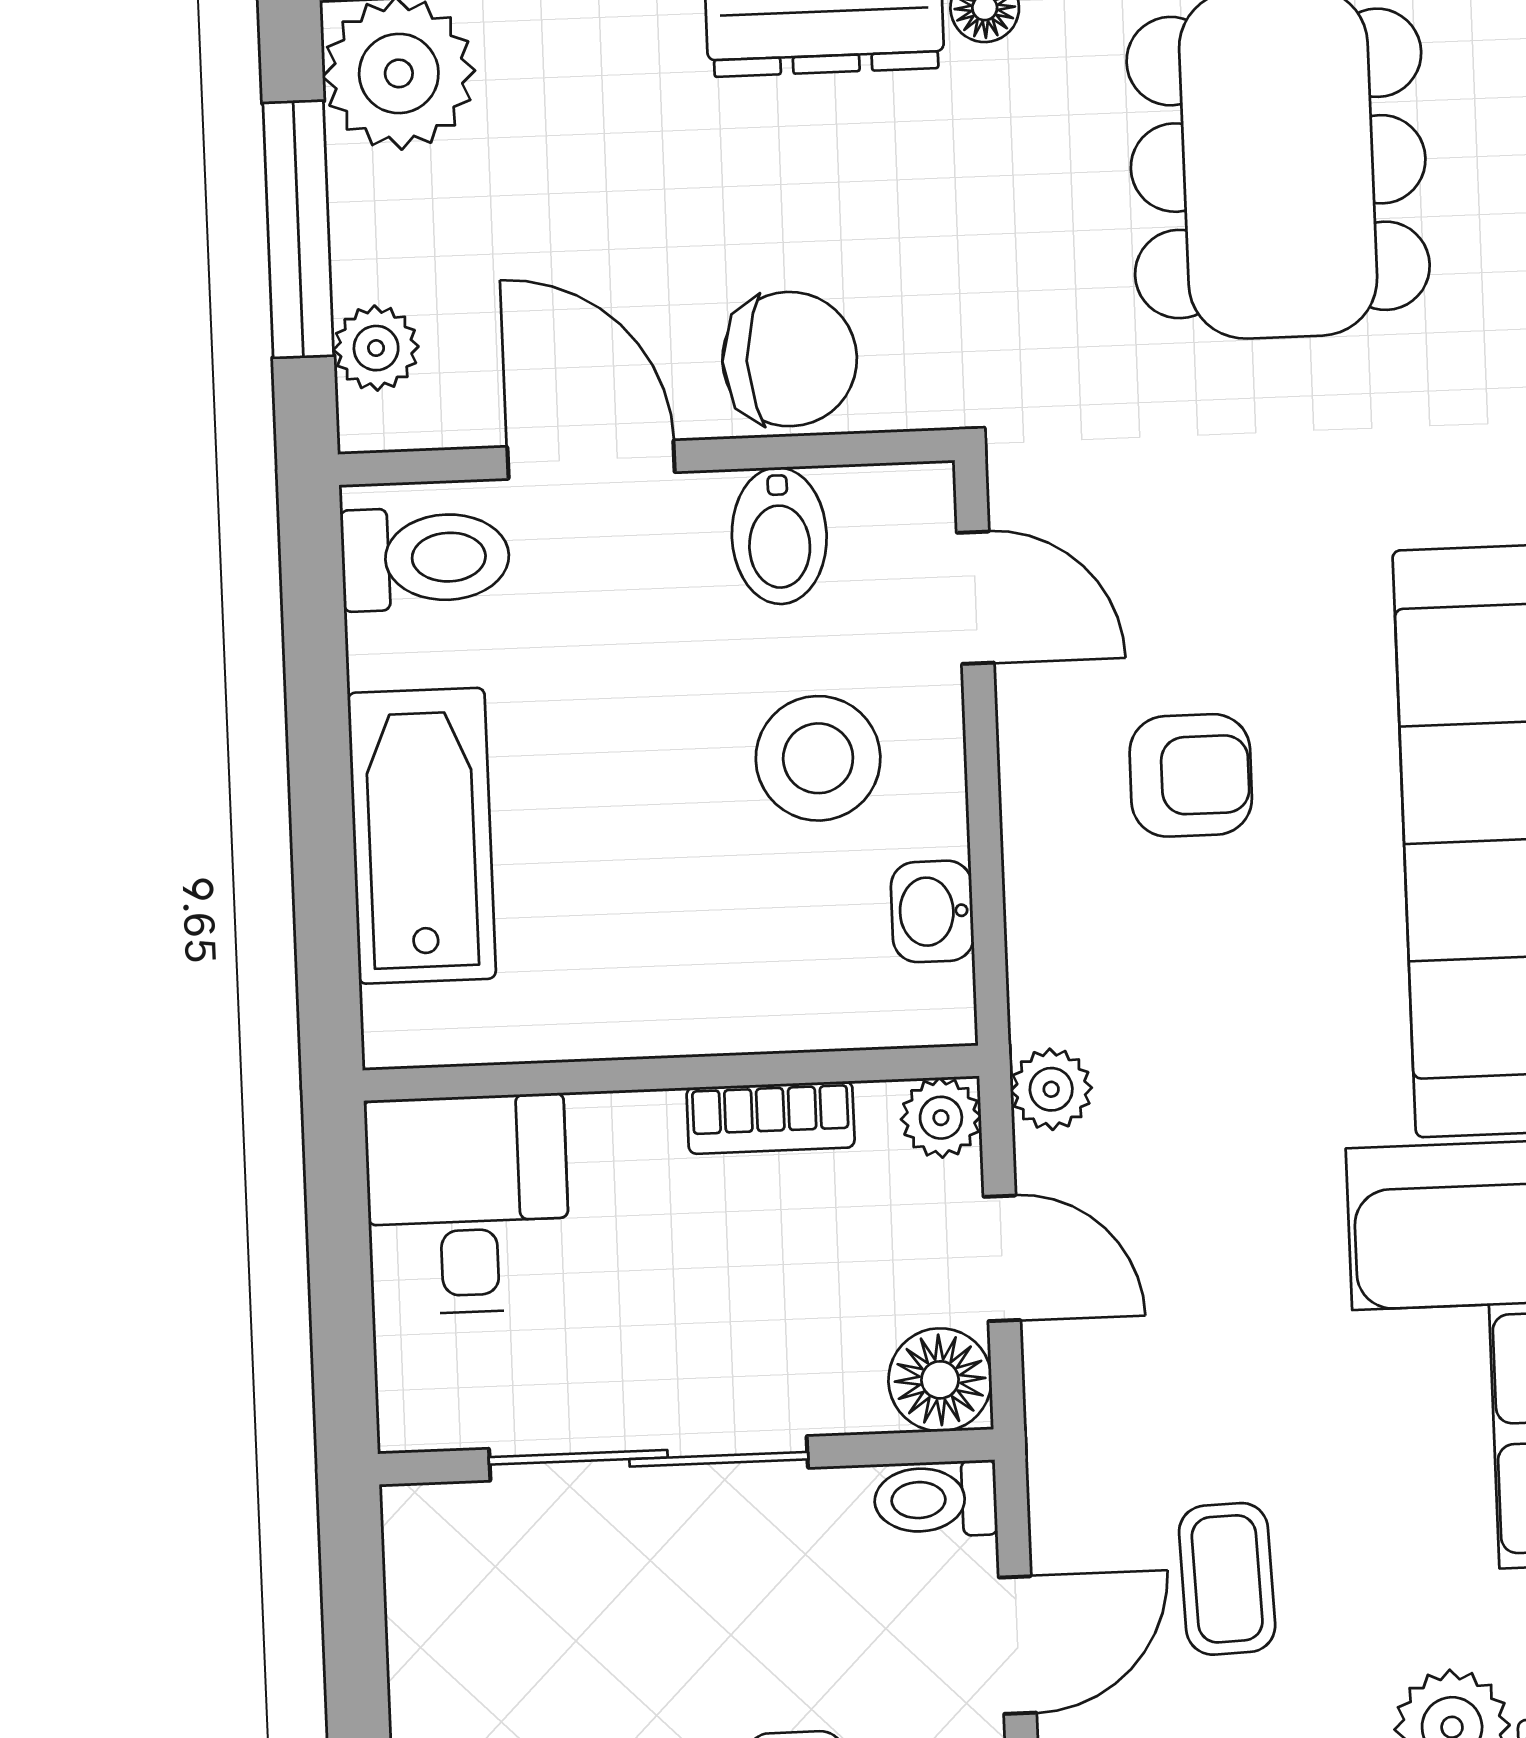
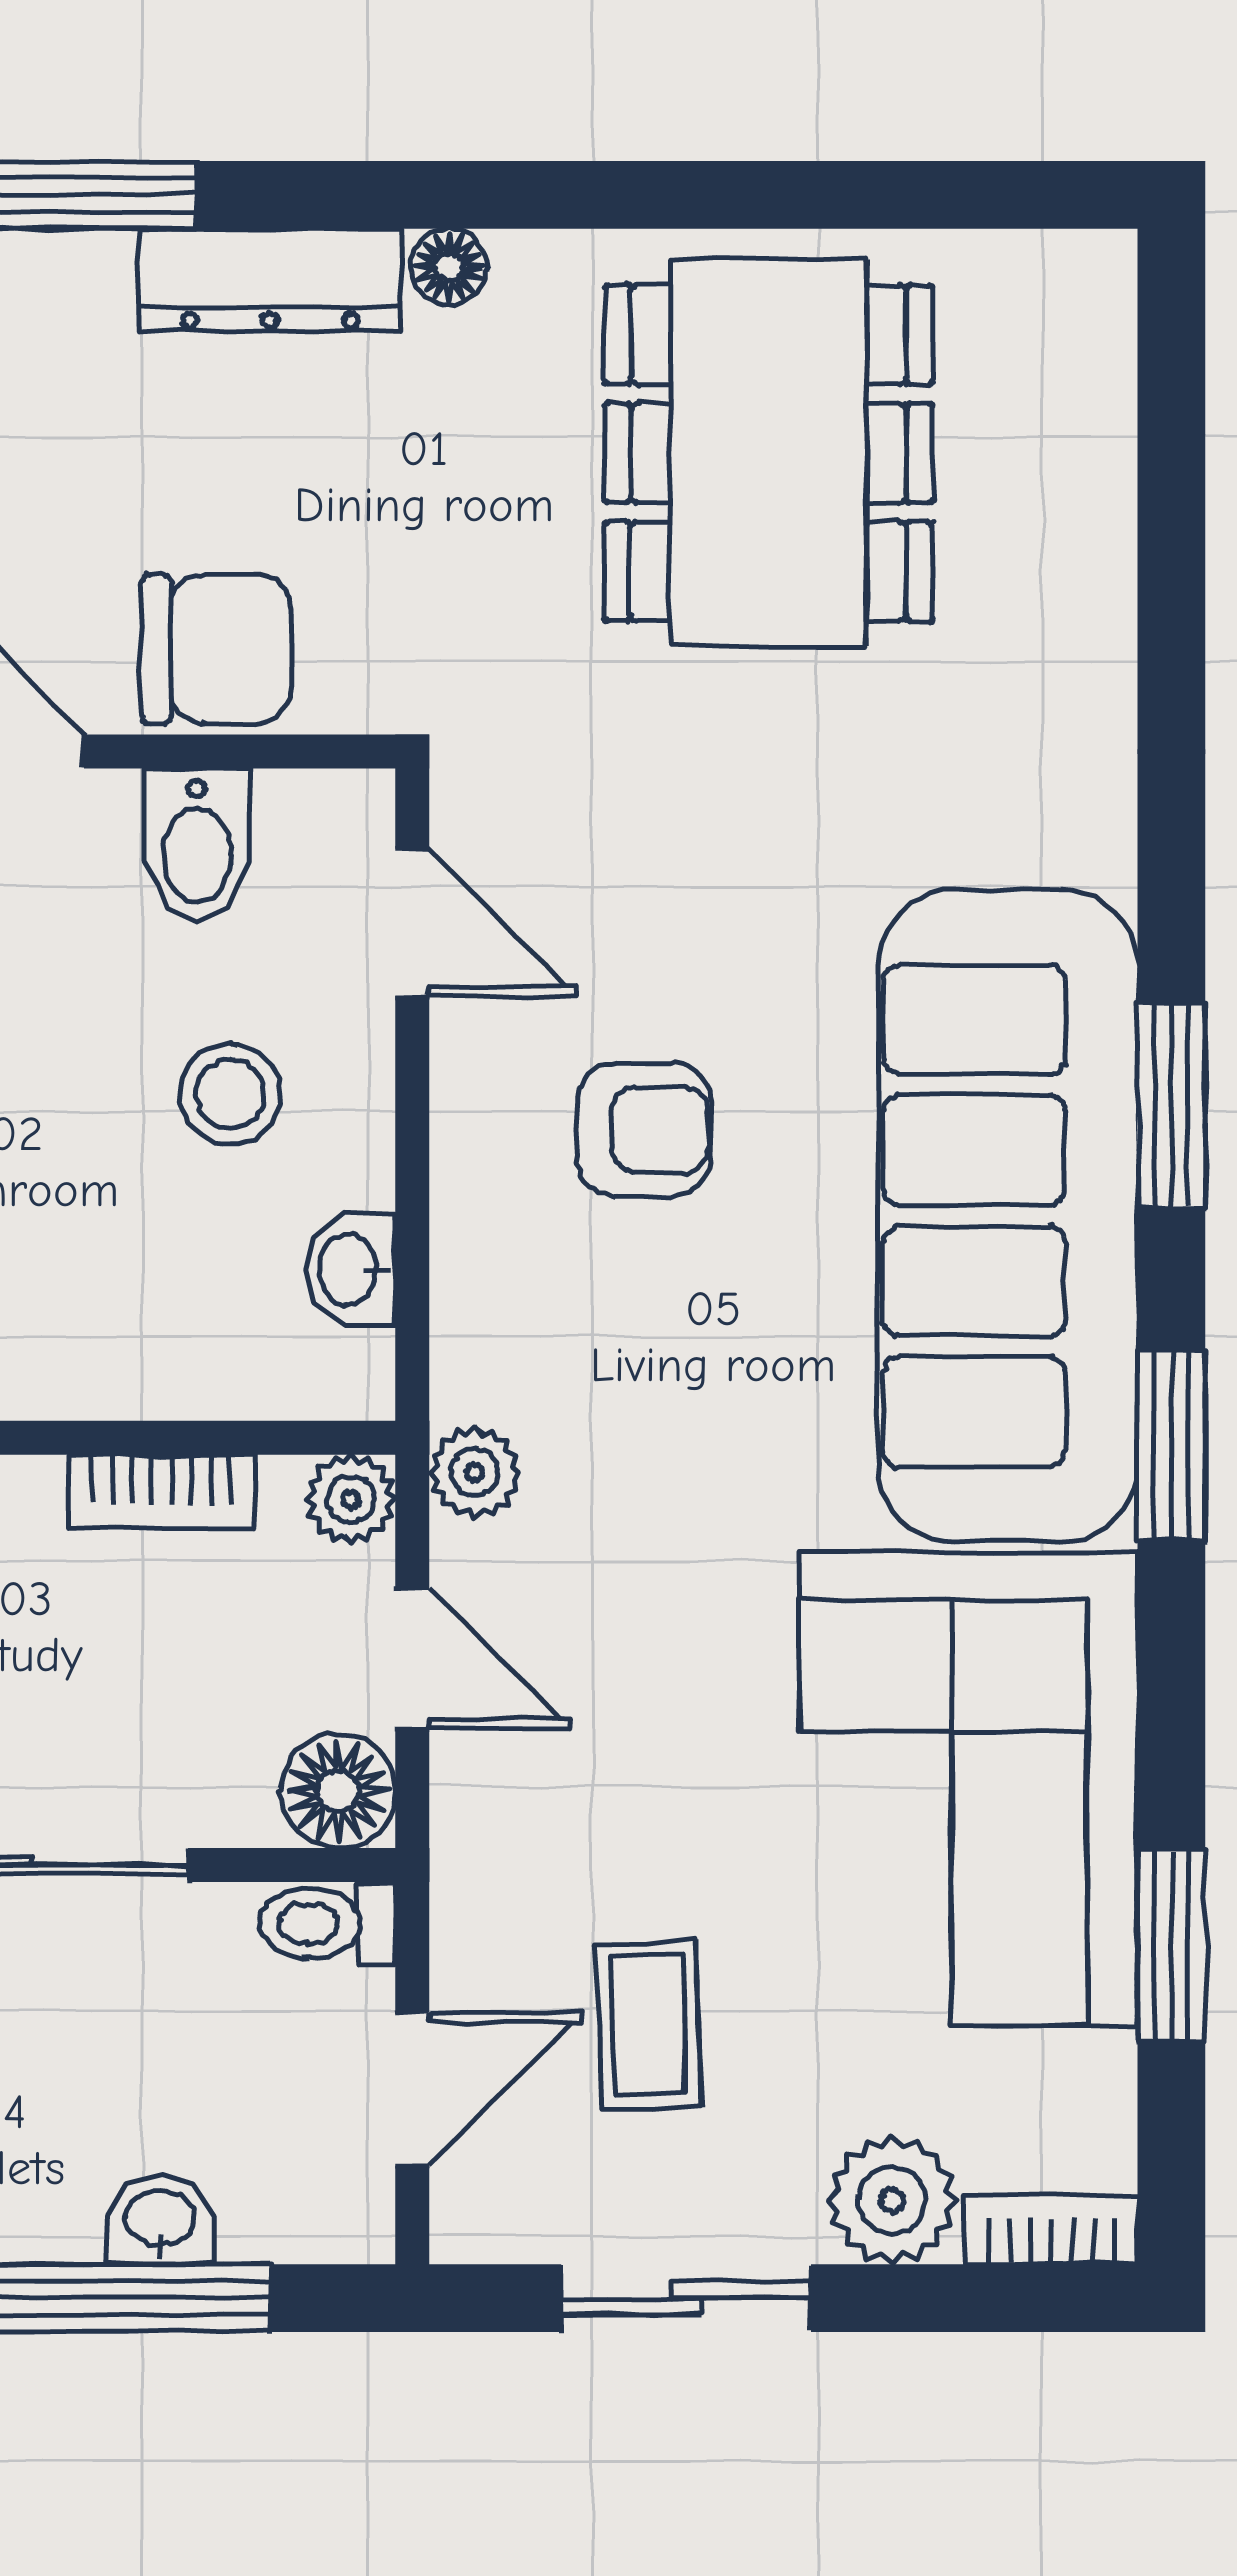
stool: (818, 758) -> (230, 1094), width x0.73, depth x0.73

